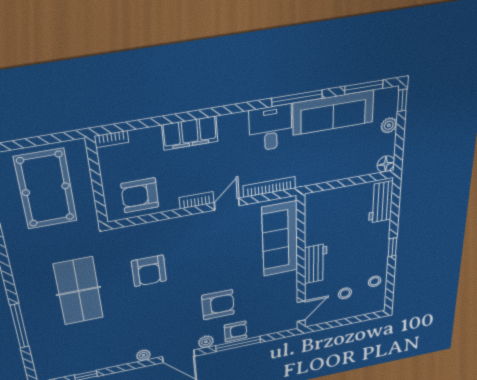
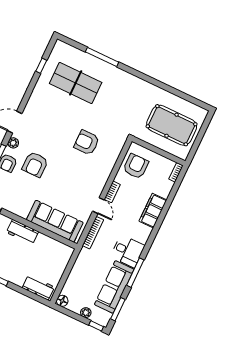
table tennis table: (79, 291) -> (76, 83), moved
plant: (143, 355) -> (31, 104), removed

